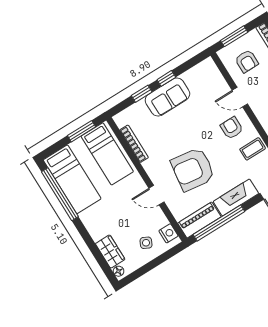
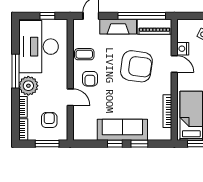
sofa: (167, 97) -> (122, 130), width x1.36
nightstand: (168, 233) -> (183, 49), moved

